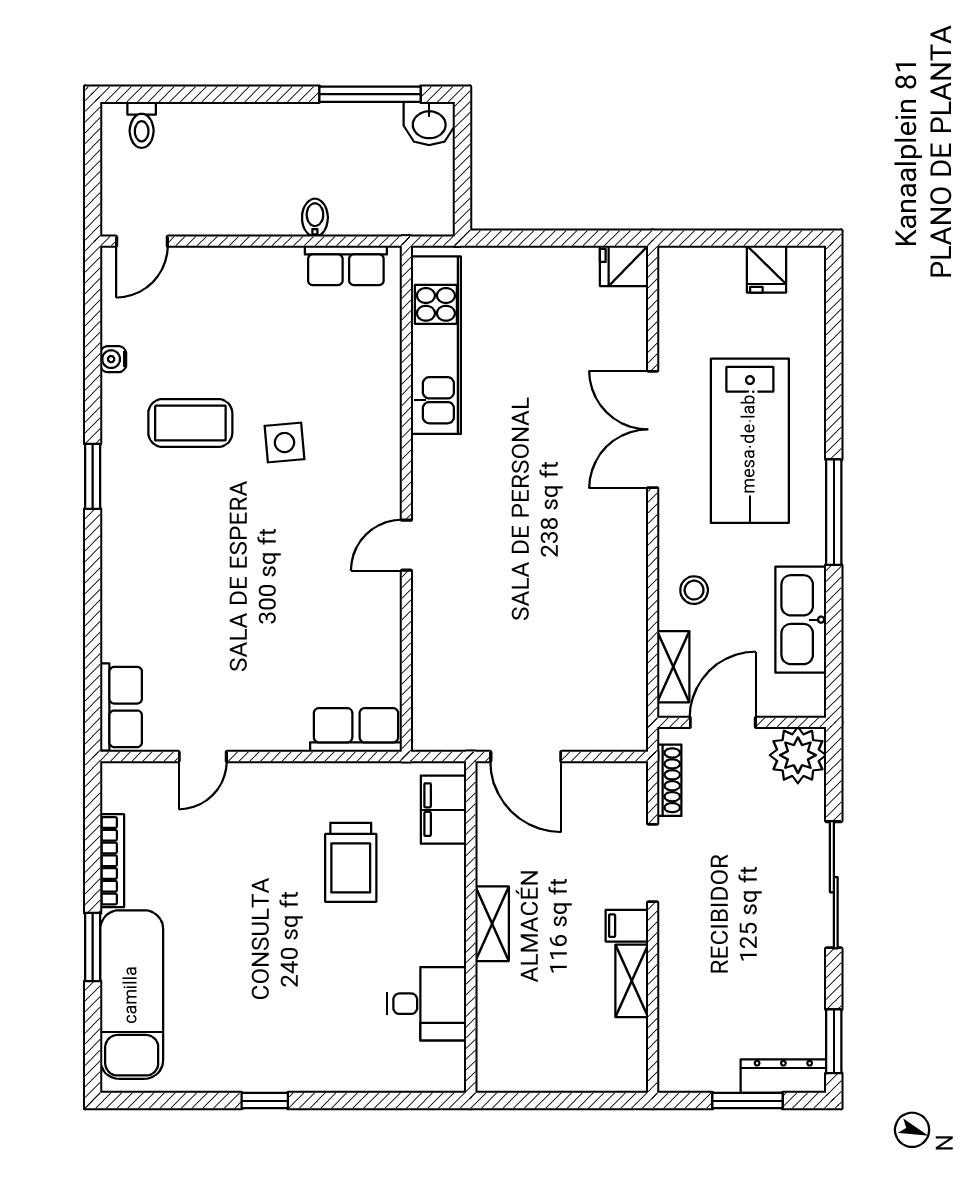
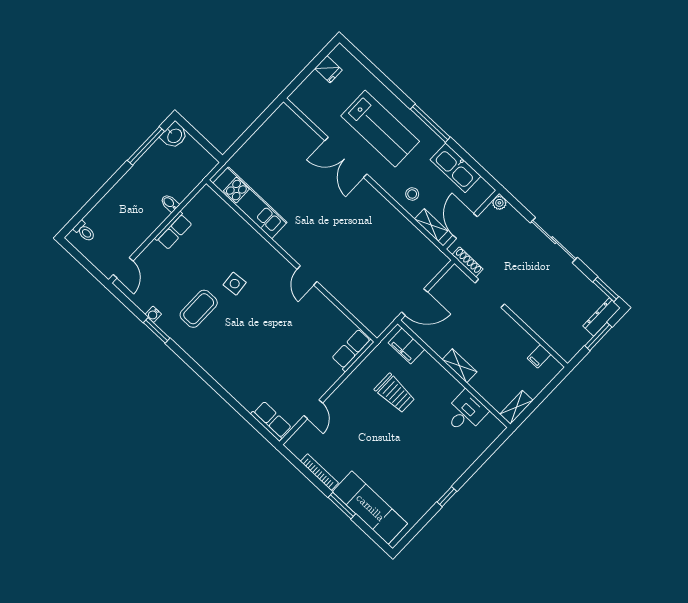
row of seats: (346, 265) -> (173, 231), moved
fridge: (624, 266) -> (283, 116), removed
window: (93, 476) -> (157, 330), moved
plant: (798, 755) -> (499, 203), width x0.53, depth x0.53
filing cabinet: (627, 926) -> (539, 356), moved
shelving: (632, 981) -> (516, 407), moved, turned 90

